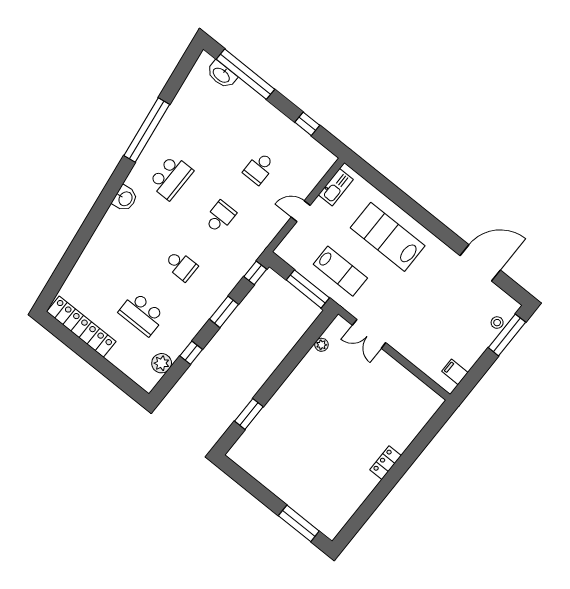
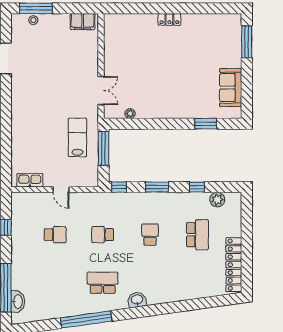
lab bench: (388, 237) -> (35, 126), removed
filing cabinet: (455, 372) -> (83, 22), width x2.00
sofa: (265, 469) -> (231, 88), added

